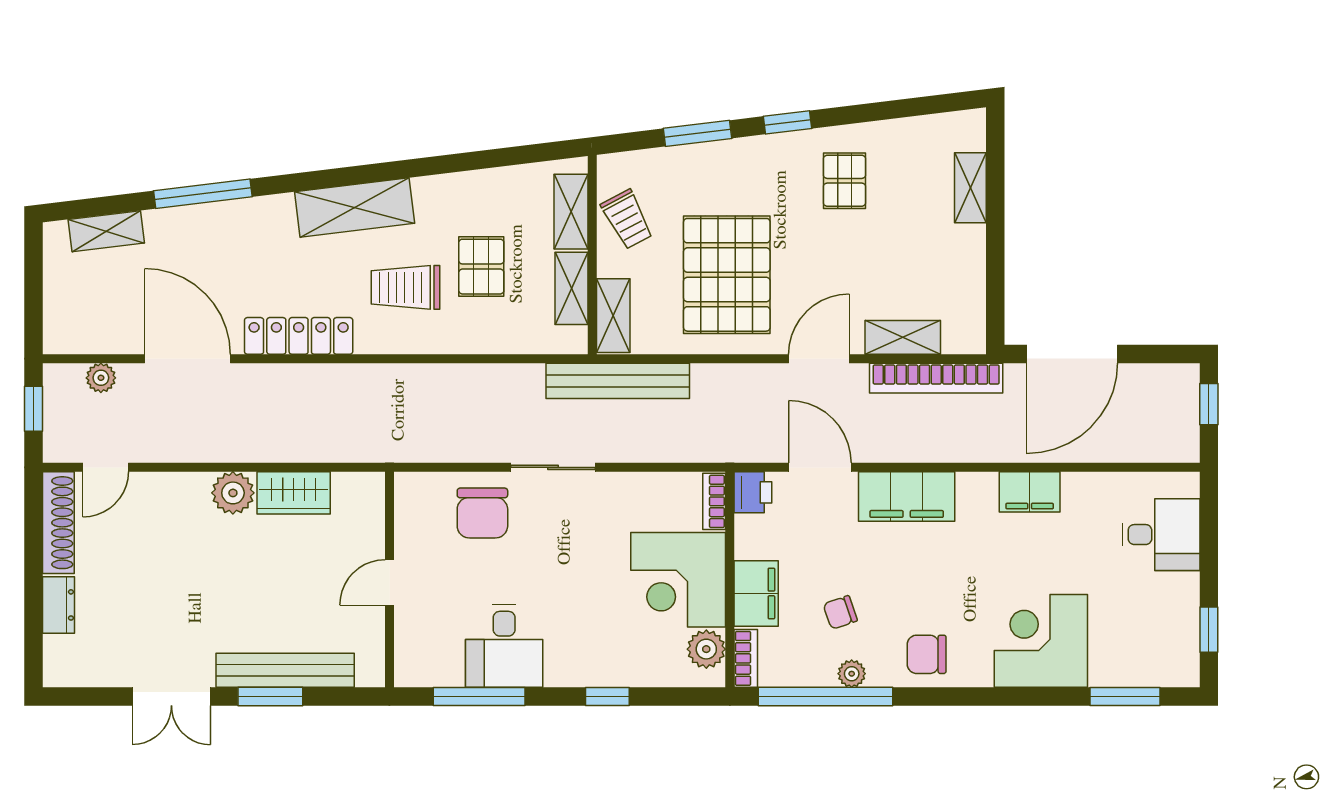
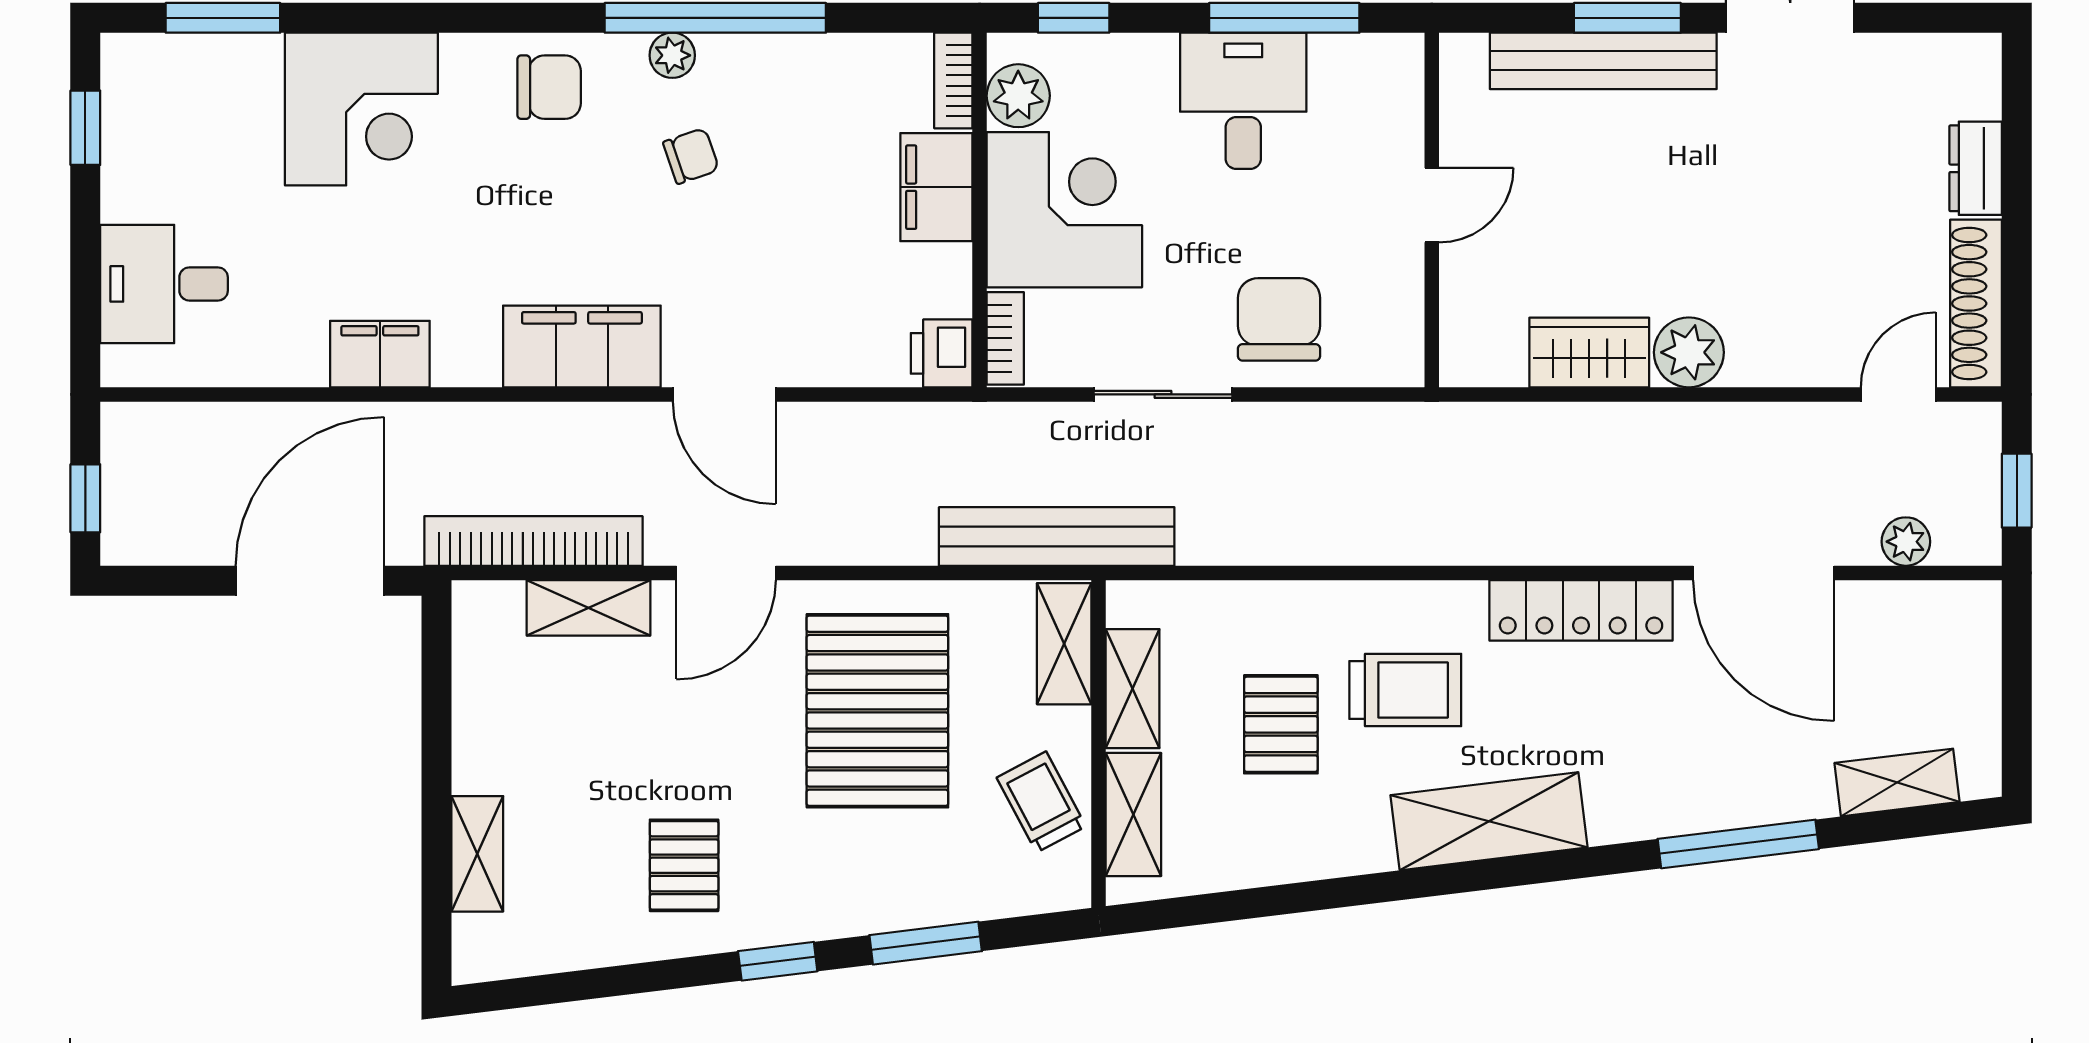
printer: (753, 492) -> (942, 353), moved
bookcase: (714, 501) -> (1005, 338), moved
corner desk: (678, 580) -> (1064, 210), moved
wall: (730, 580) -> (980, 210), moved
filing cabinet: (756, 593) -> (936, 187), moved
plant: (706, 649) -> (1018, 96), moved
bookcase: (746, 658) -> (953, 80), moved

